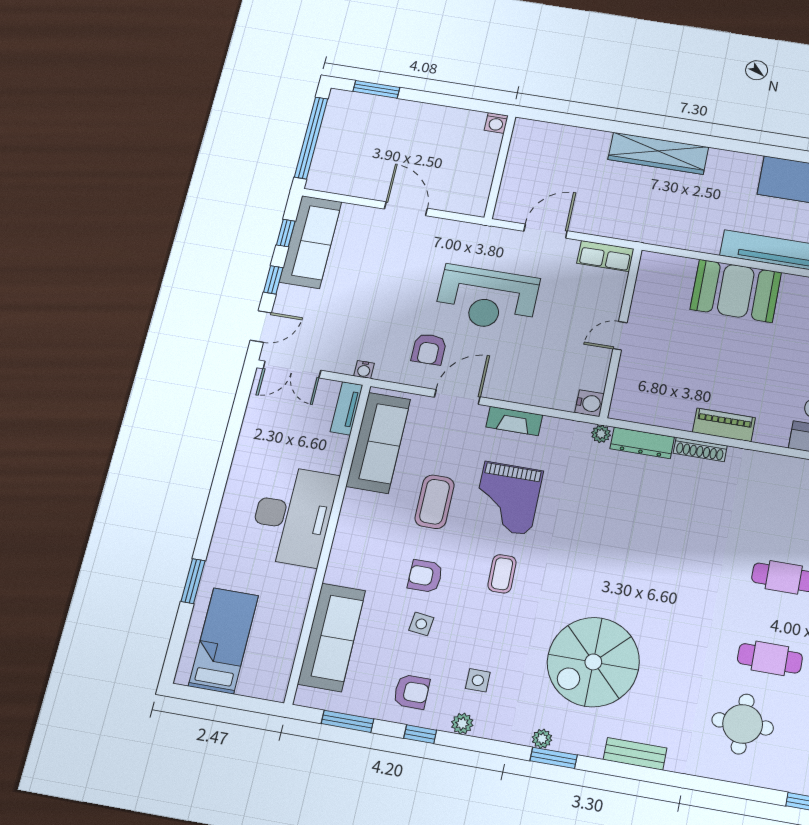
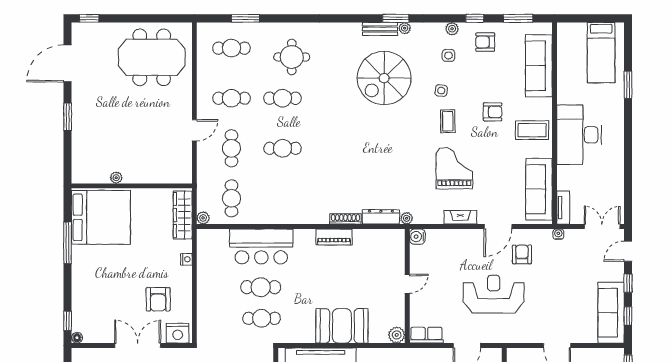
plant: (652, 264) -> (397, 335), added
coffee table: (435, 502) -> (532, 130), moved, turned 90
side table: (421, 624) -> (441, 91), moved
spiral stairs: (593, 662) -> (384, 78), turned 180
bench: (635, 754) -> (380, 29), moved

